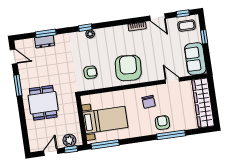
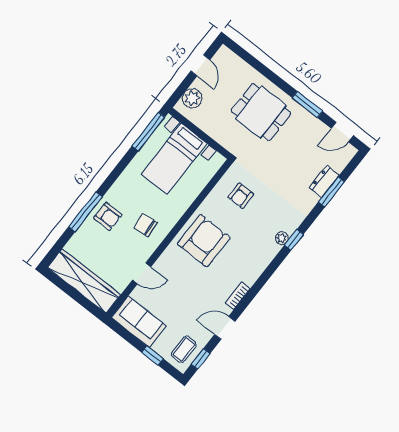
armchair: (128, 68) -> (204, 241), turned -94
window: (71, 149) -> (181, 90), removed

